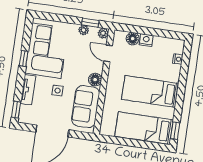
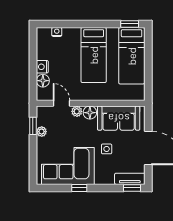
plant: (103, 33) -> (77, 111), moved
door: (108, 53) -> (61, 103), swing flipped
tv unit: (28, 90) -> (130, 179), moved

